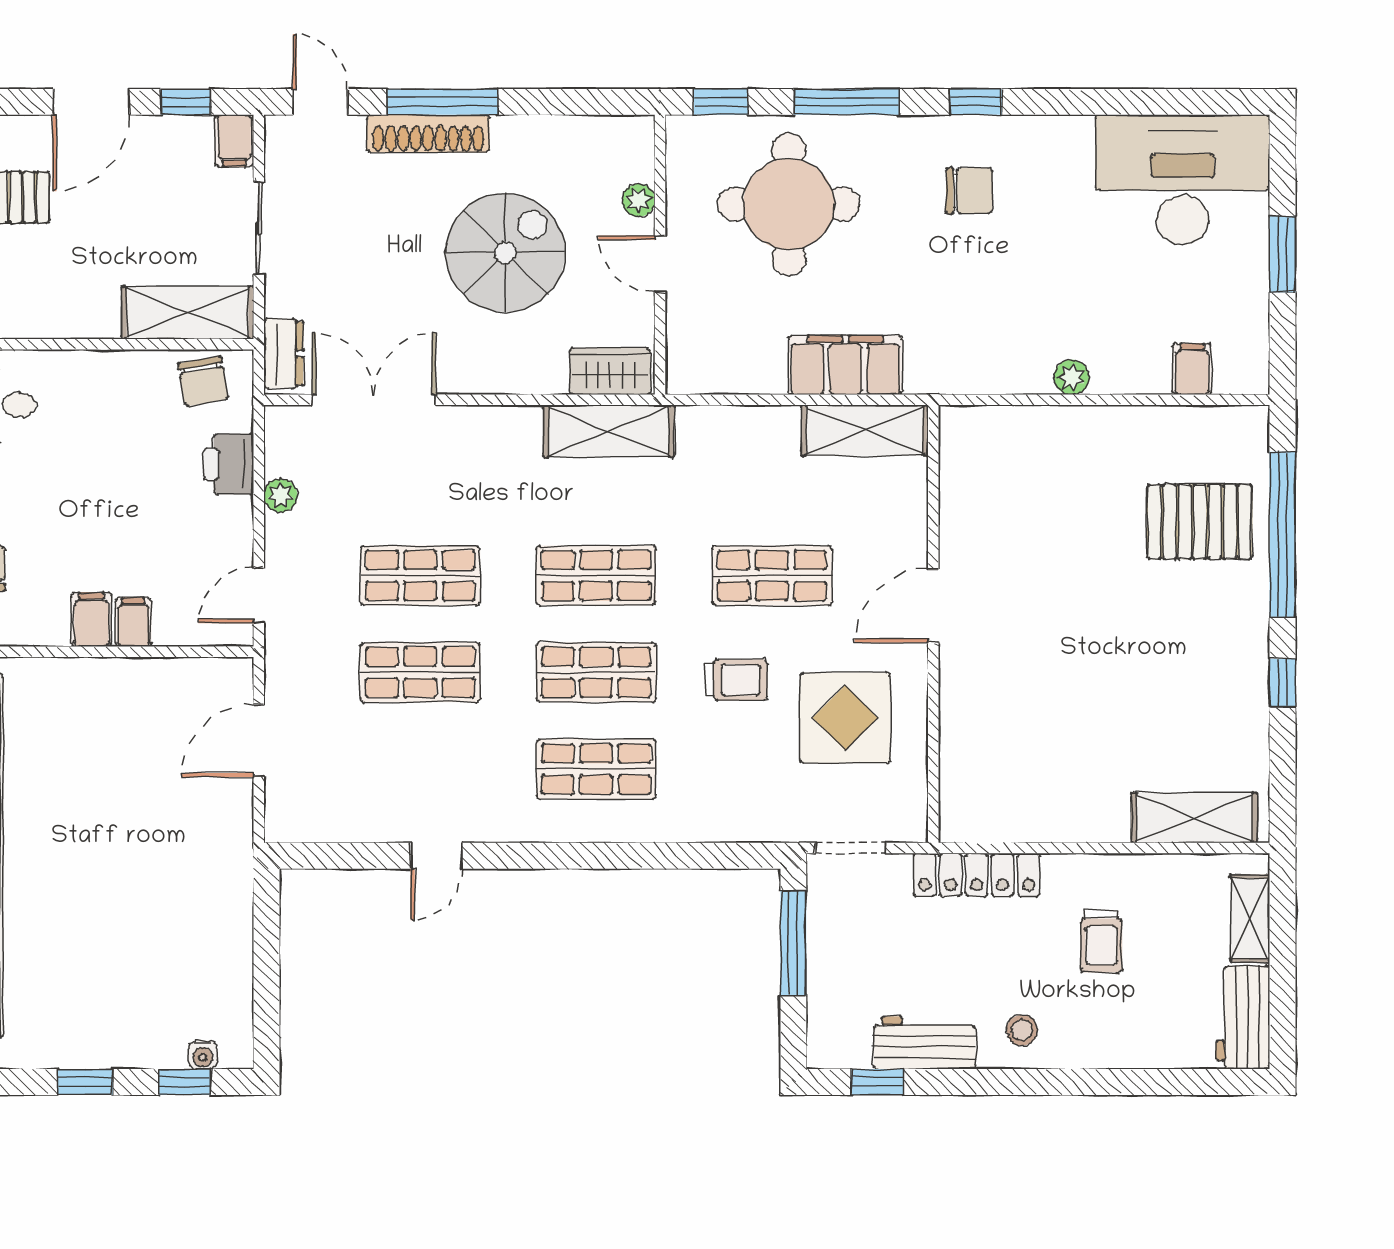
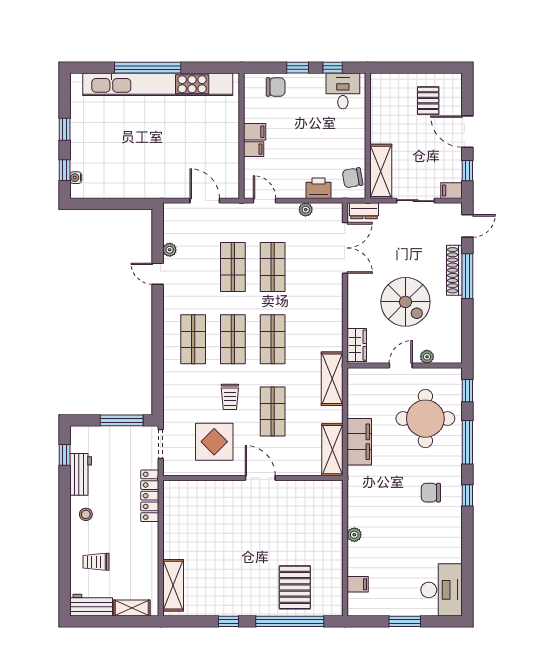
desk: (1183, 180) -> (442, 590), width x0.73, depth x0.77
chair: (969, 191) -> (431, 493), turned 90
shelving: (609, 431) -> (332, 379), moved
plant: (378, 826) -> (170, 250), added
trolley: (1101, 941) -> (96, 562), moved

